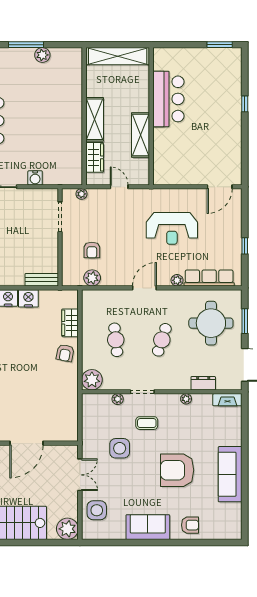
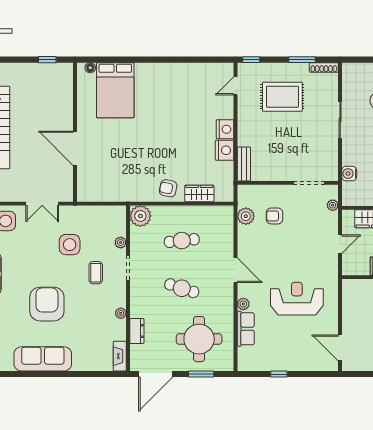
water cooler: (35, 178) -> (349, 174), moved
reception desk: (172, 228) -> (297, 299), turned 90
row of seats: (209, 278) -> (246, 329), width x0.68

